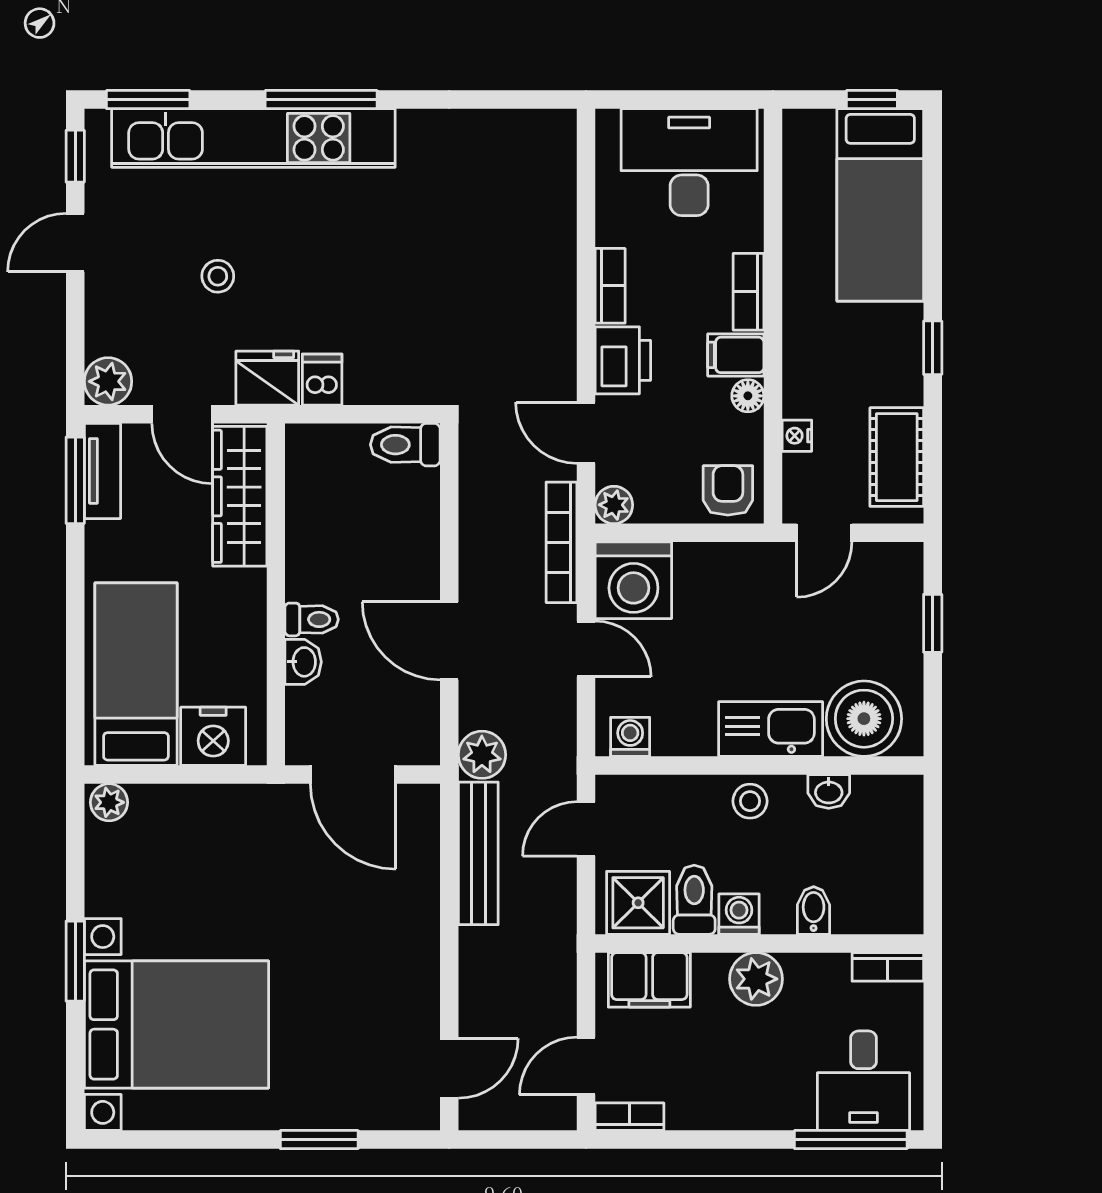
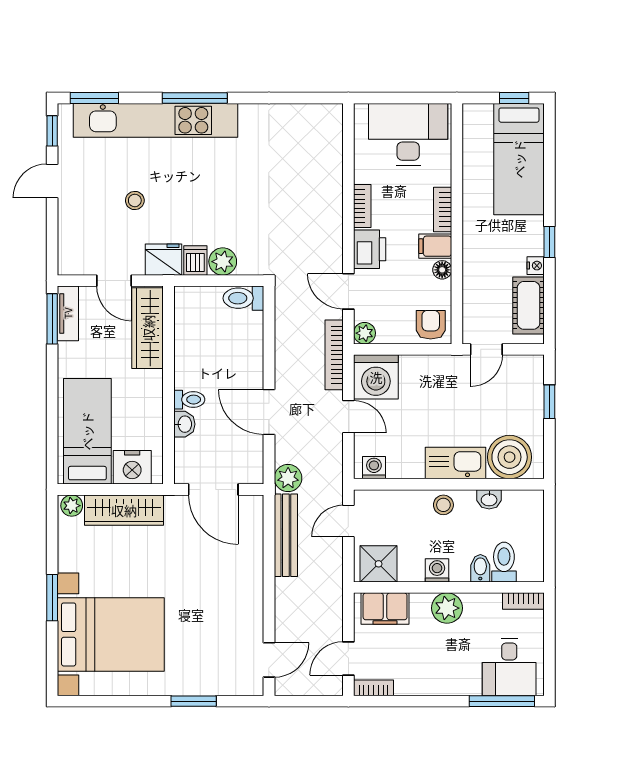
plant: (108, 381) -> (223, 262), moved
nightstand: (797, 436) -> (536, 266), moved, turned 180
wardrobe: (199, 810) -> (124, 510), added
toilet: (694, 900) -> (504, 562), moved

